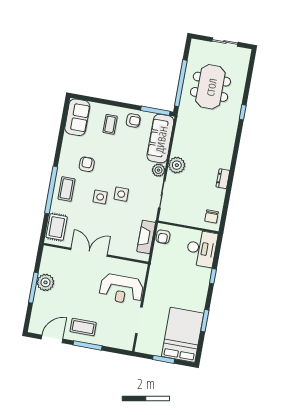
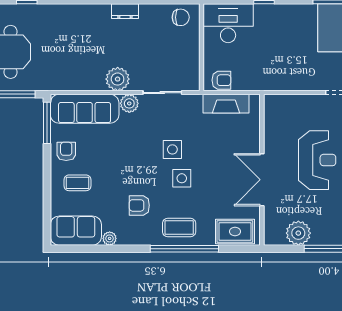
plant: (68, 140) -> (110, 238), added
plant: (45, 282) -> (298, 233), moved
reception desk: (121, 289) -> (317, 160), moved

